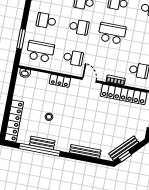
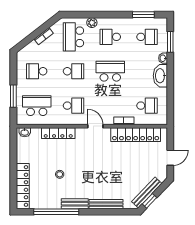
locker: (60, 81) -> (58, 133), width x1.53
bench: (42, 143) -> (75, 204), moved

